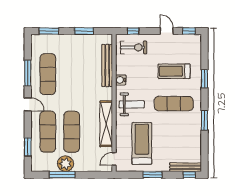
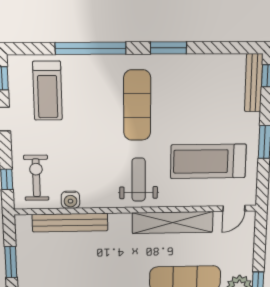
treadmill: (174, 71) -> (47, 91), moved
window: (204, 79) -> (91, 48), width x2.11
water cooler: (121, 80) -> (70, 200), moved
door: (114, 159) -> (234, 208), hinge flipped

